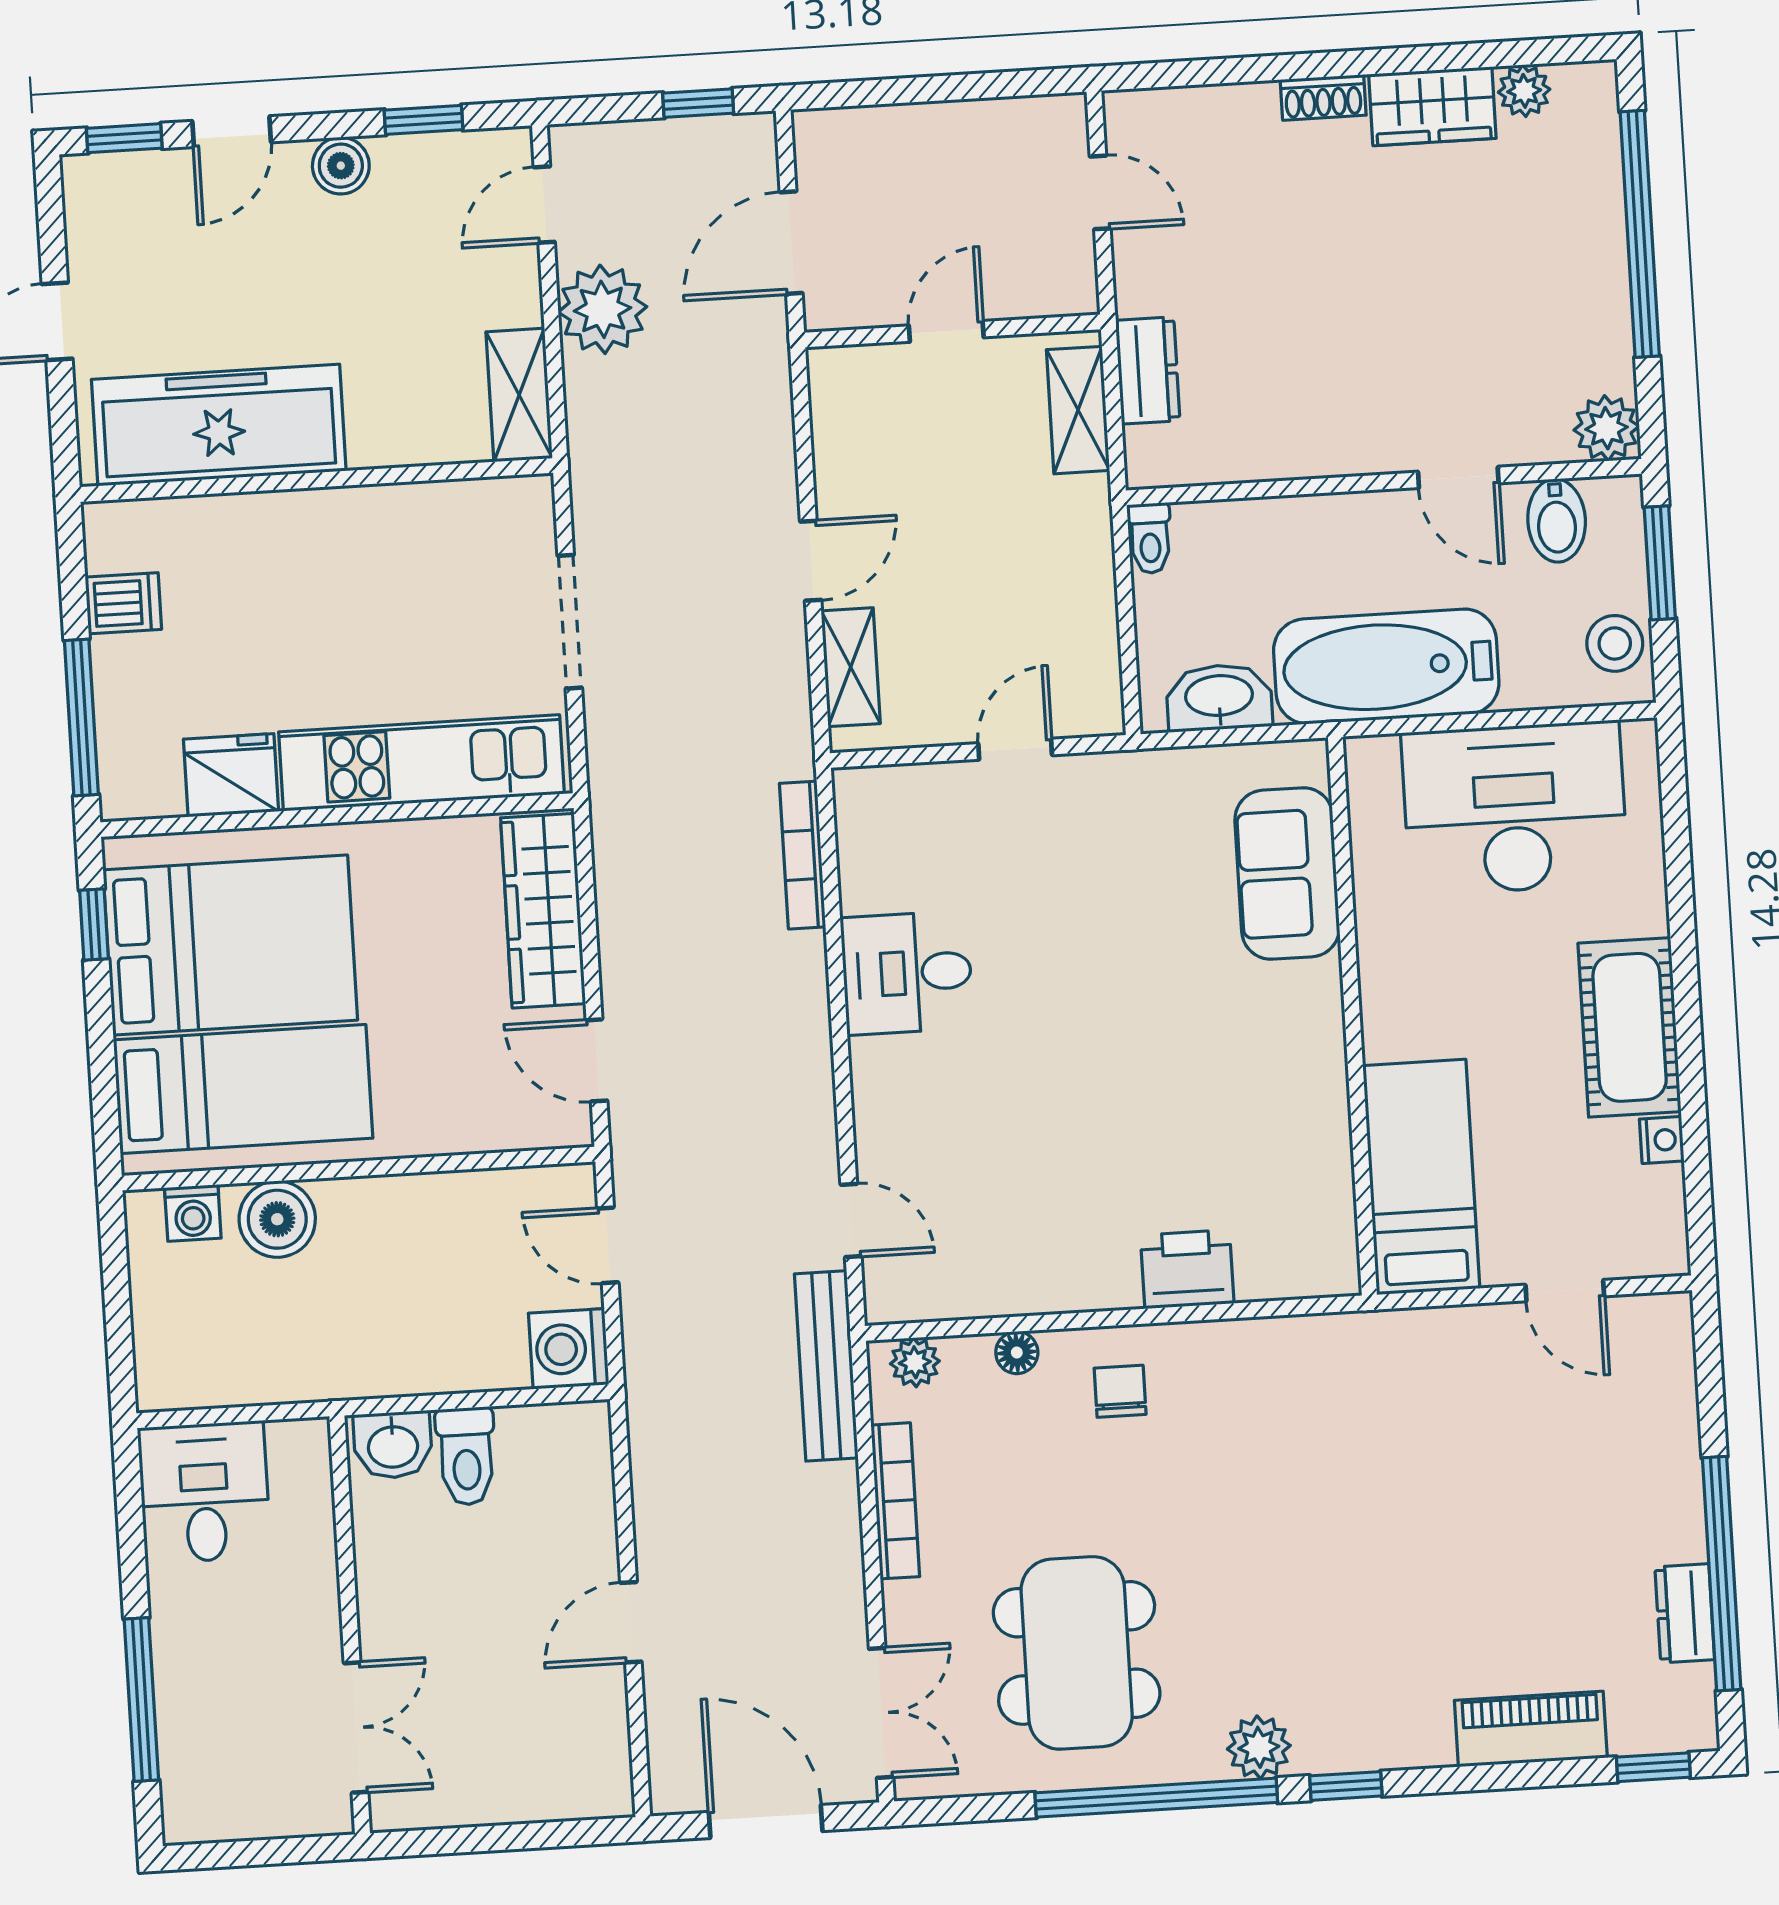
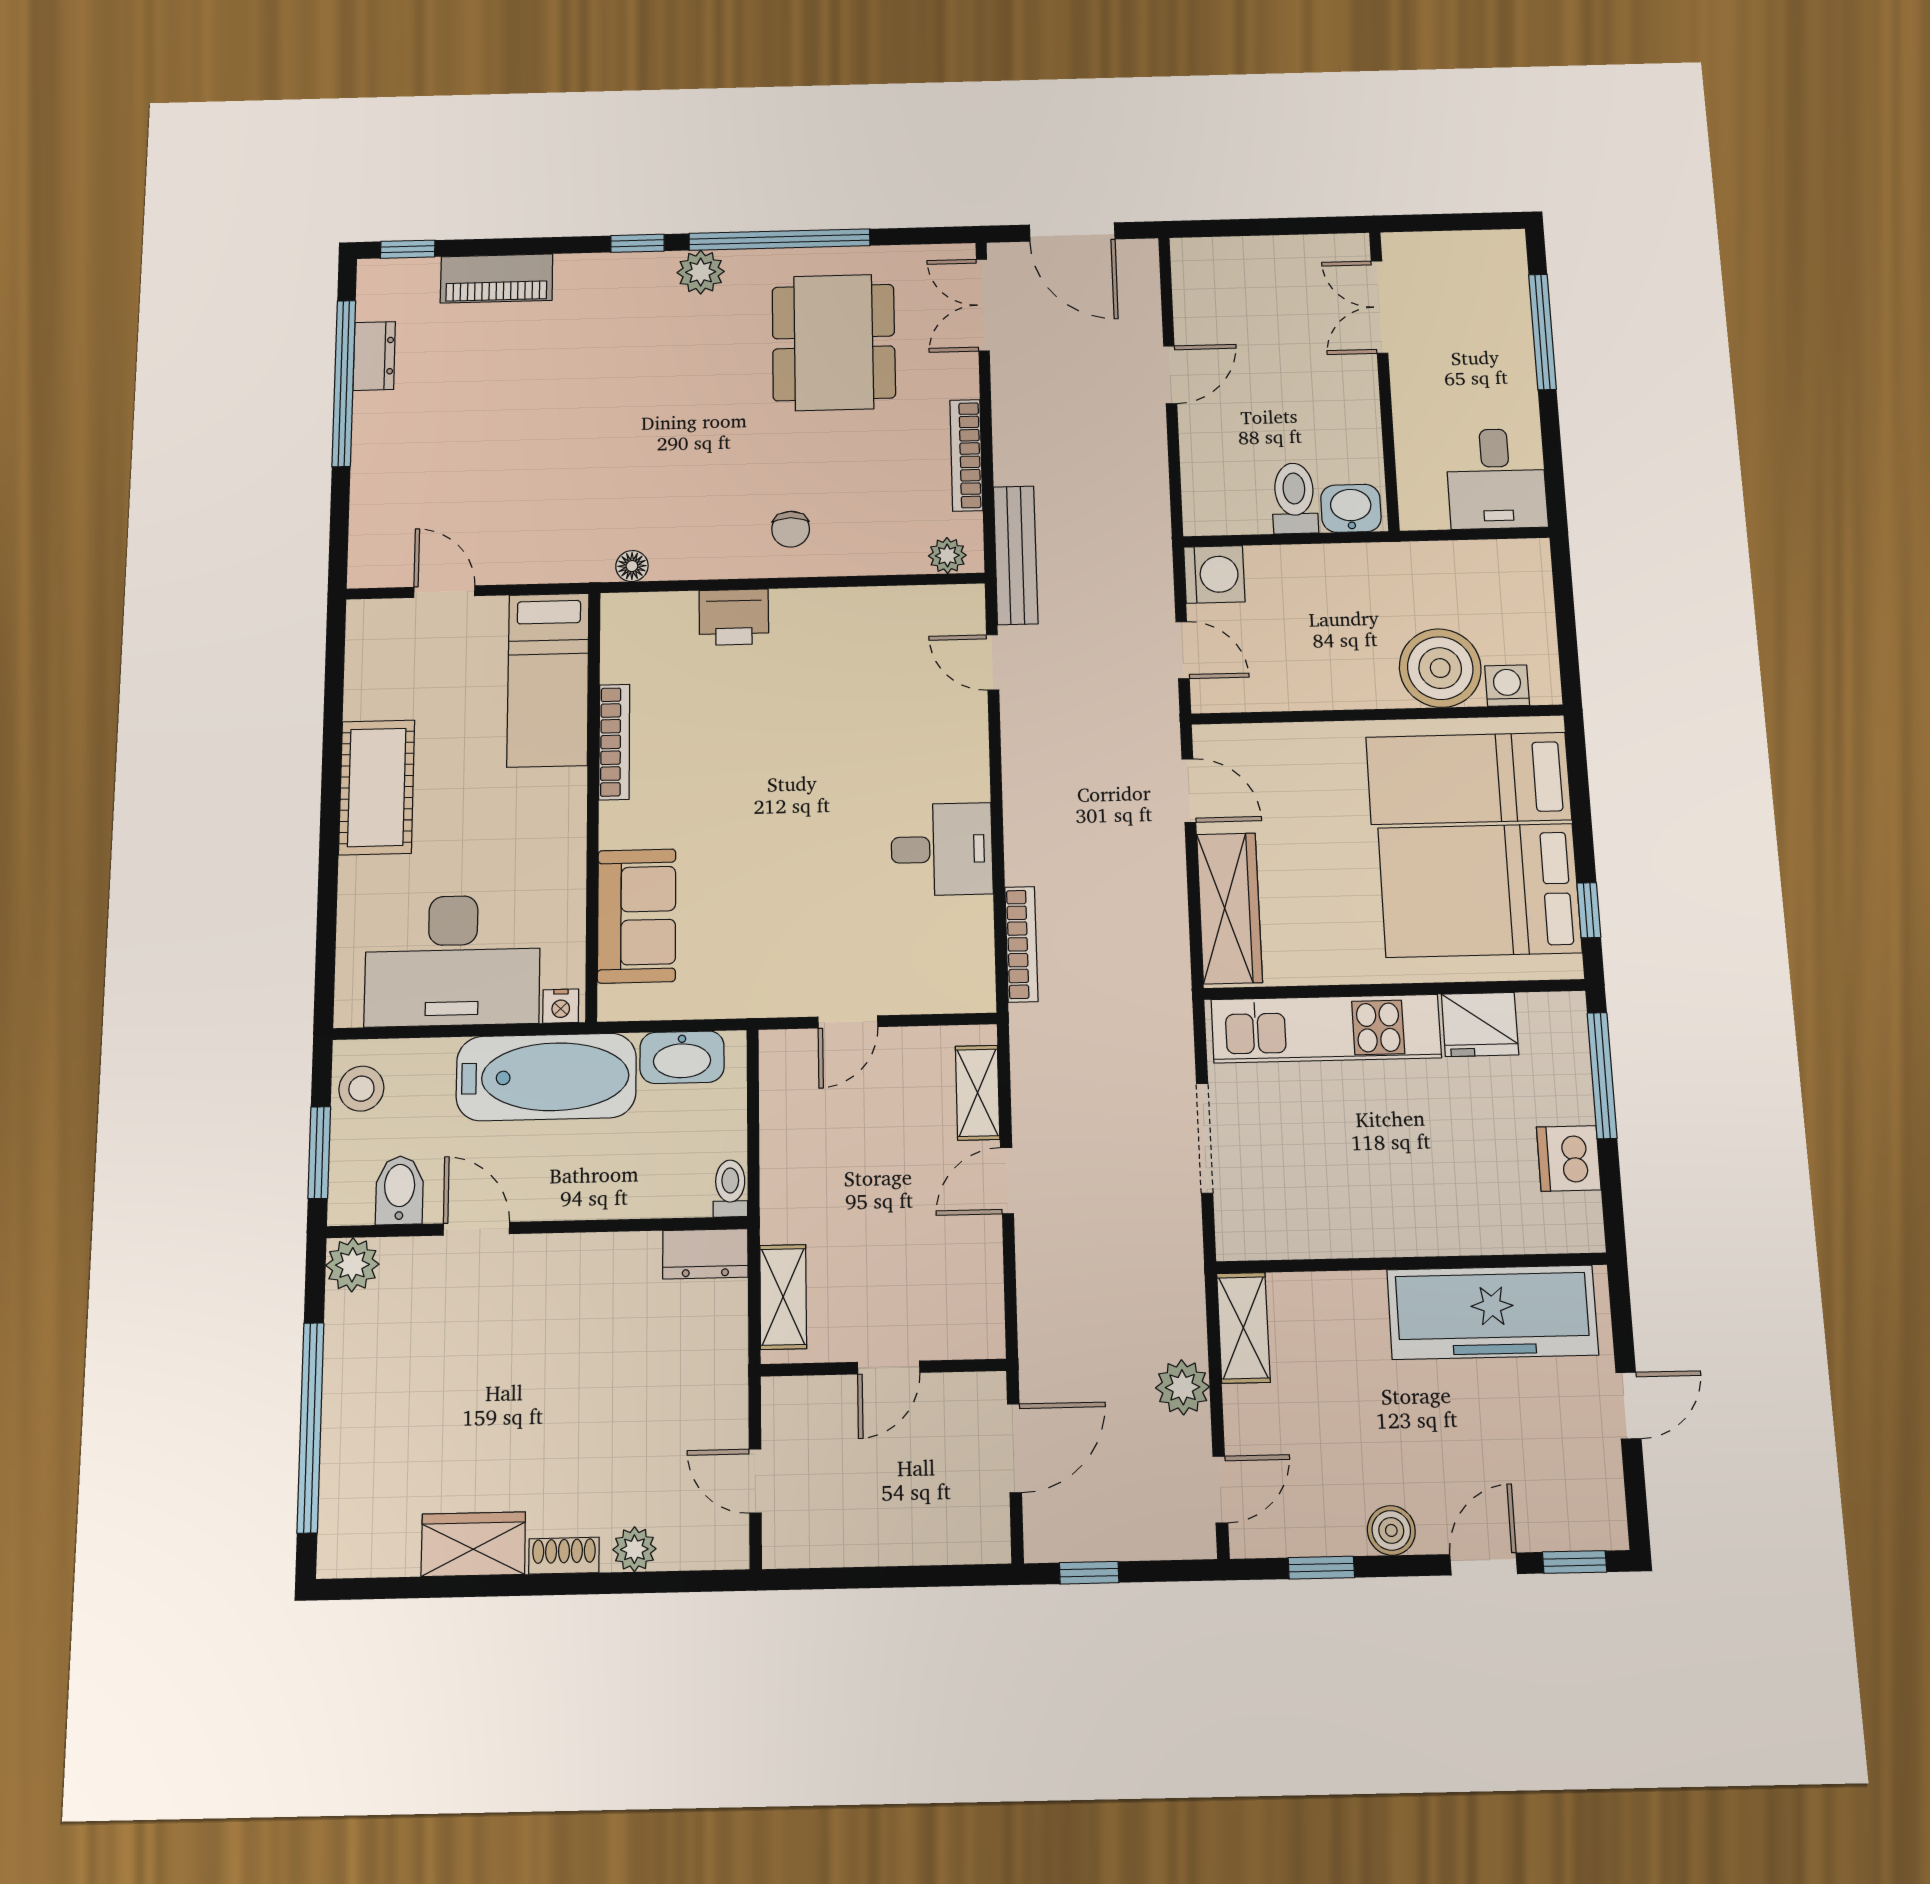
plant: (1524, 91) -> (634, 1549), moved
plant: (603, 309) -> (1183, 1387), width x0.73, depth x0.73
dresser: (1148, 371) -> (705, 1254), moved, turned -90
dishwasher: (123, 603) -> (1569, 1158), width x1.38
bookcase: (1331, 1098) -> (614, 742), added
nightstand: (1662, 1140) -> (561, 1006), moved, turned -90
boiler: (277, 1219) -> (1440, 668), width x1.37, depth x1.37
floor lamp: (1017, 1353) -> (632, 566), moved

